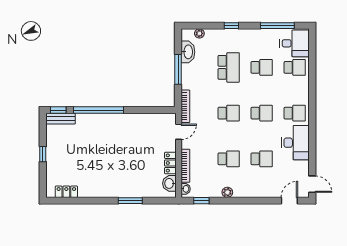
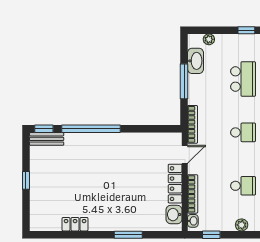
locker: (170, 163) -> (175, 184), width x1.53
locker: (66, 192) -> (75, 224), moved

